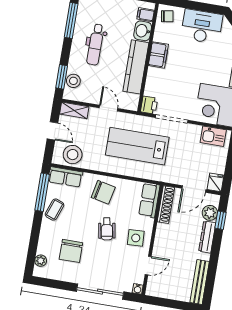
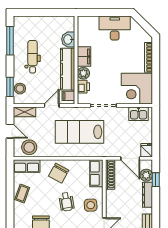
filing cabinet: (146, 15) -> (68, 96), moved
chair: (167, 16) -> (86, 25), removed
dental chair: (95, 45) -> (33, 57), turned 180
plant: (154, 75) -> (83, 73), added
printer: (149, 105) -> (83, 87), moved
door: (109, 108) -> (52, 106), hinge flipped
door: (194, 189) -> (130, 158), hinge flipped
window: (42, 192) -> (10, 181), removed
chair: (103, 192) -> (59, 173), turned 107

